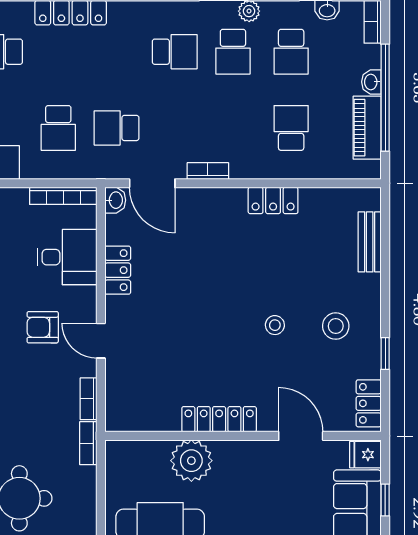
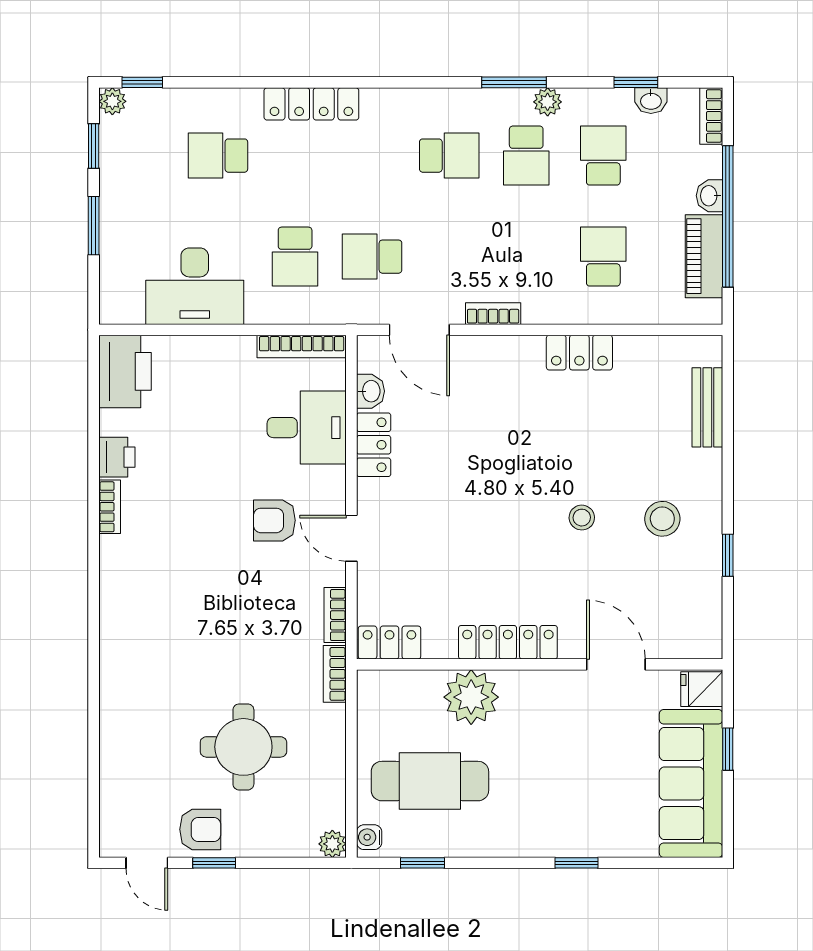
school desk: (291, 52) -> (603, 156), turned 180
washbasin: (115, 200) -> (370, 391), moved
locker: (369, 403) -> (389, 642), moved, turned 90

